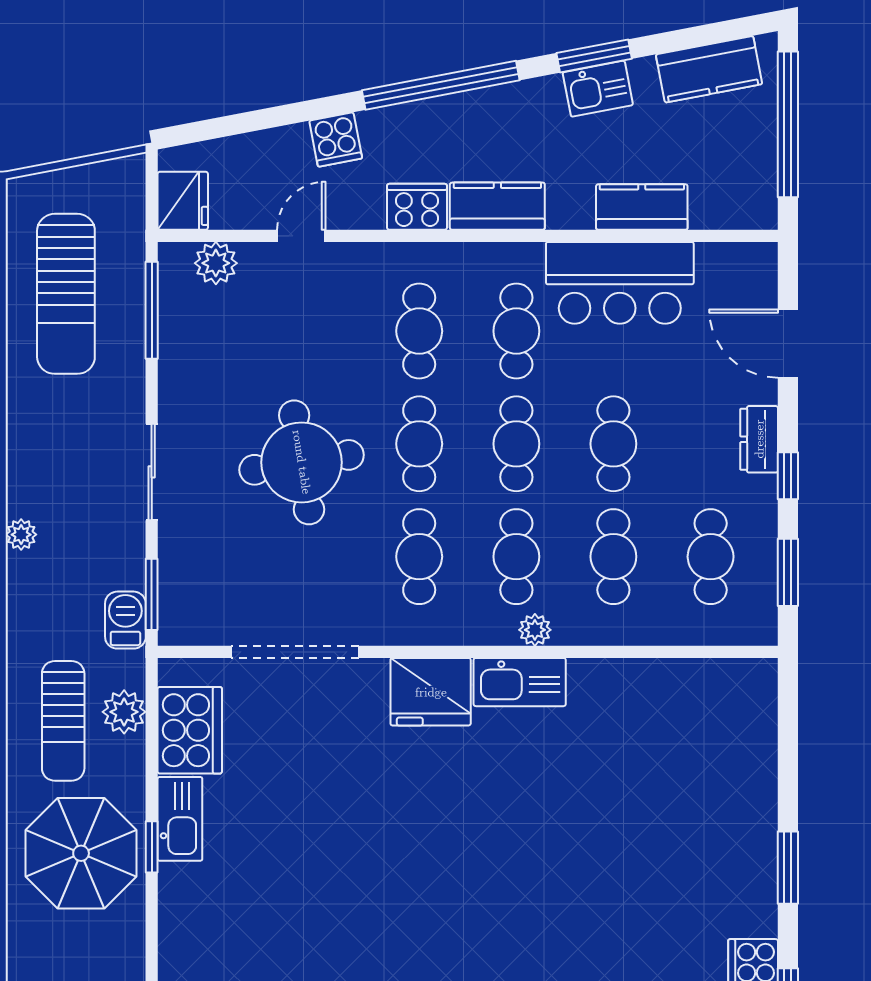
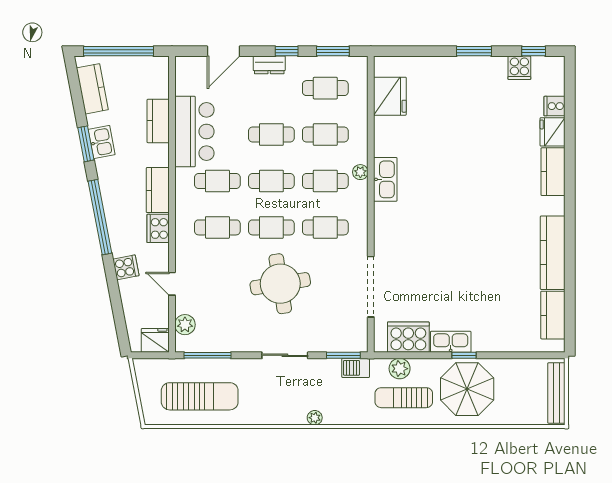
fridge: (431, 692) -> (390, 96), moved
sun lounger: (63, 721) -> (404, 398), turned 180

